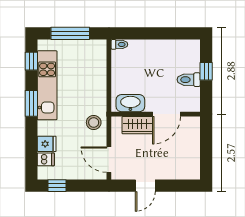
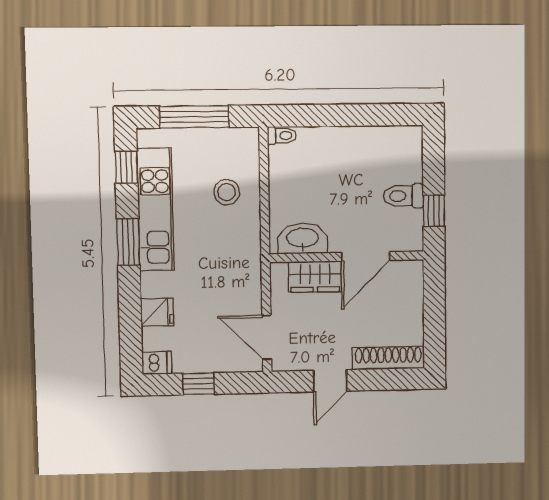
window: (206, 71) -> (434, 211), moved
stool: (94, 122) -> (227, 192), moved
dishwasher: (46, 159) -> (157, 363), moved
shoe rack: (179, 173) -> (388, 358), added
window: (57, 186) -> (199, 384), moved

